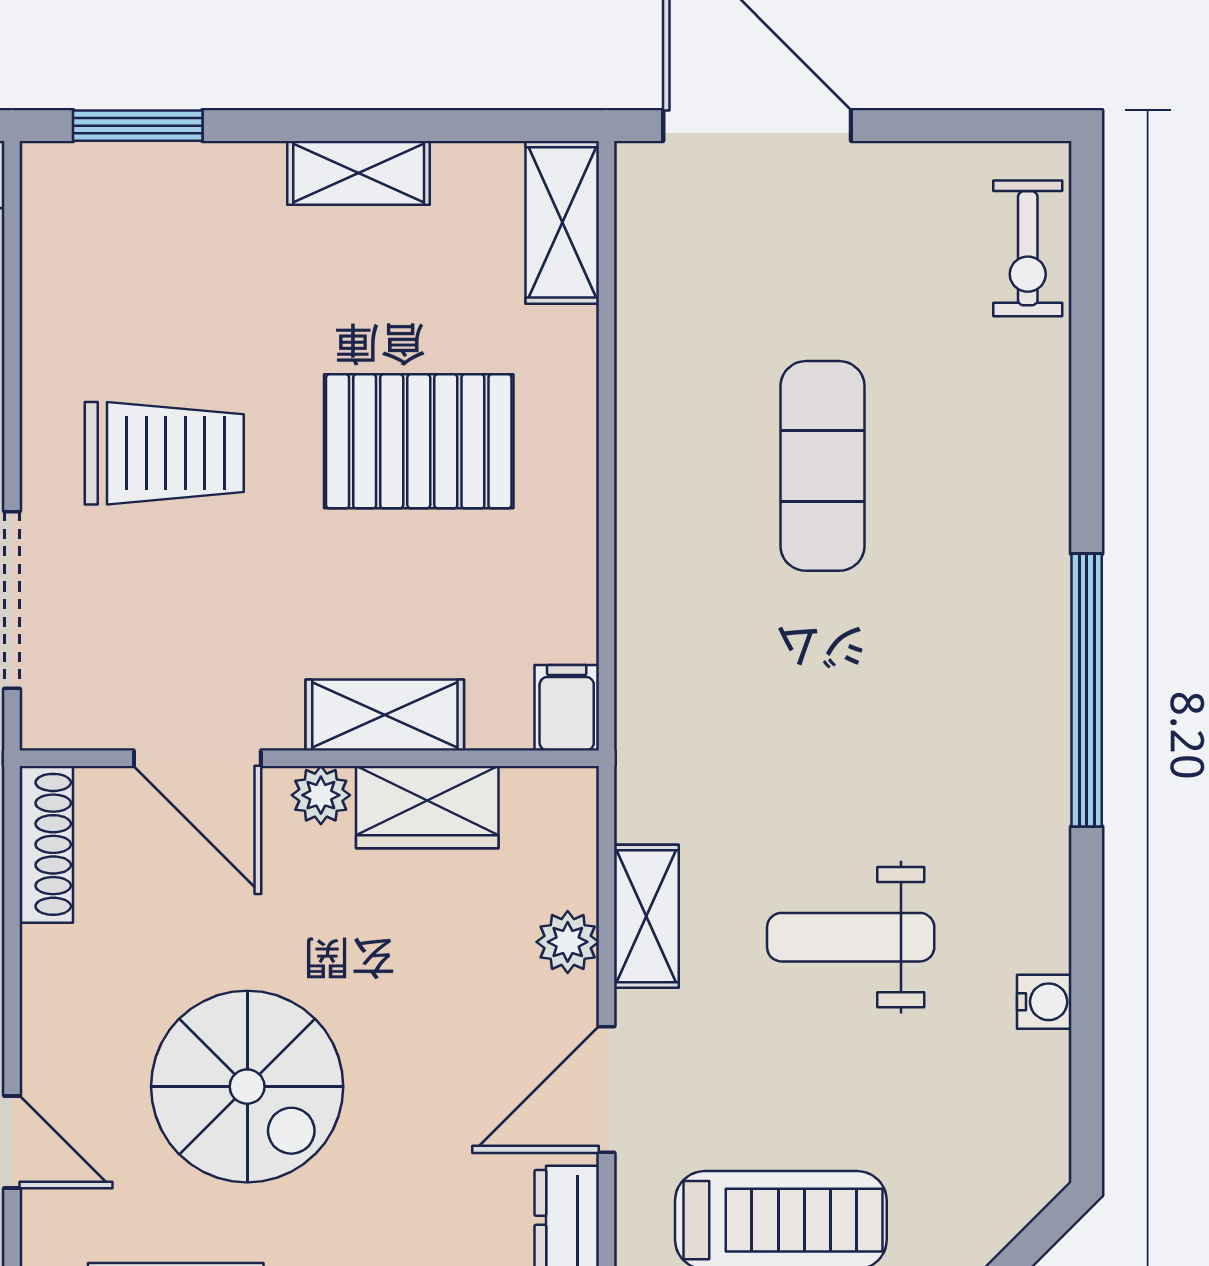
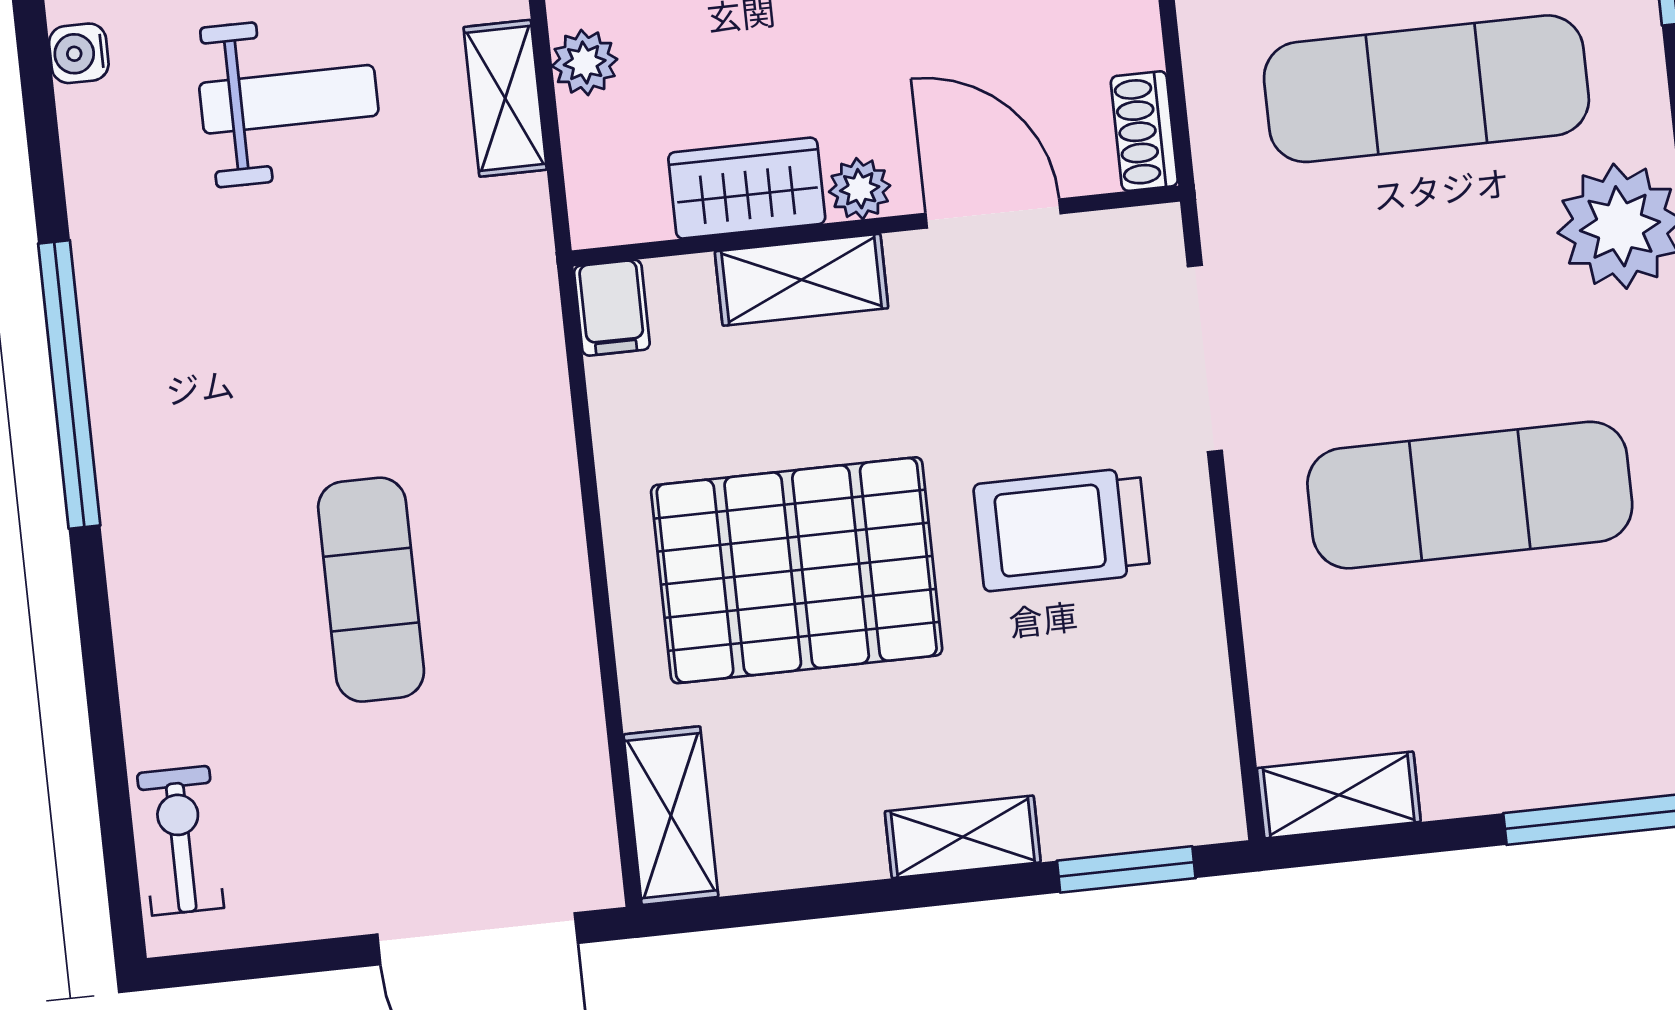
shelving: (359, 173) -> (963, 837), moved
pallet: (419, 441) -> (797, 570), width x1.37, depth x1.41
shoe rack: (46, 844) -> (1144, 131), width x0.70

